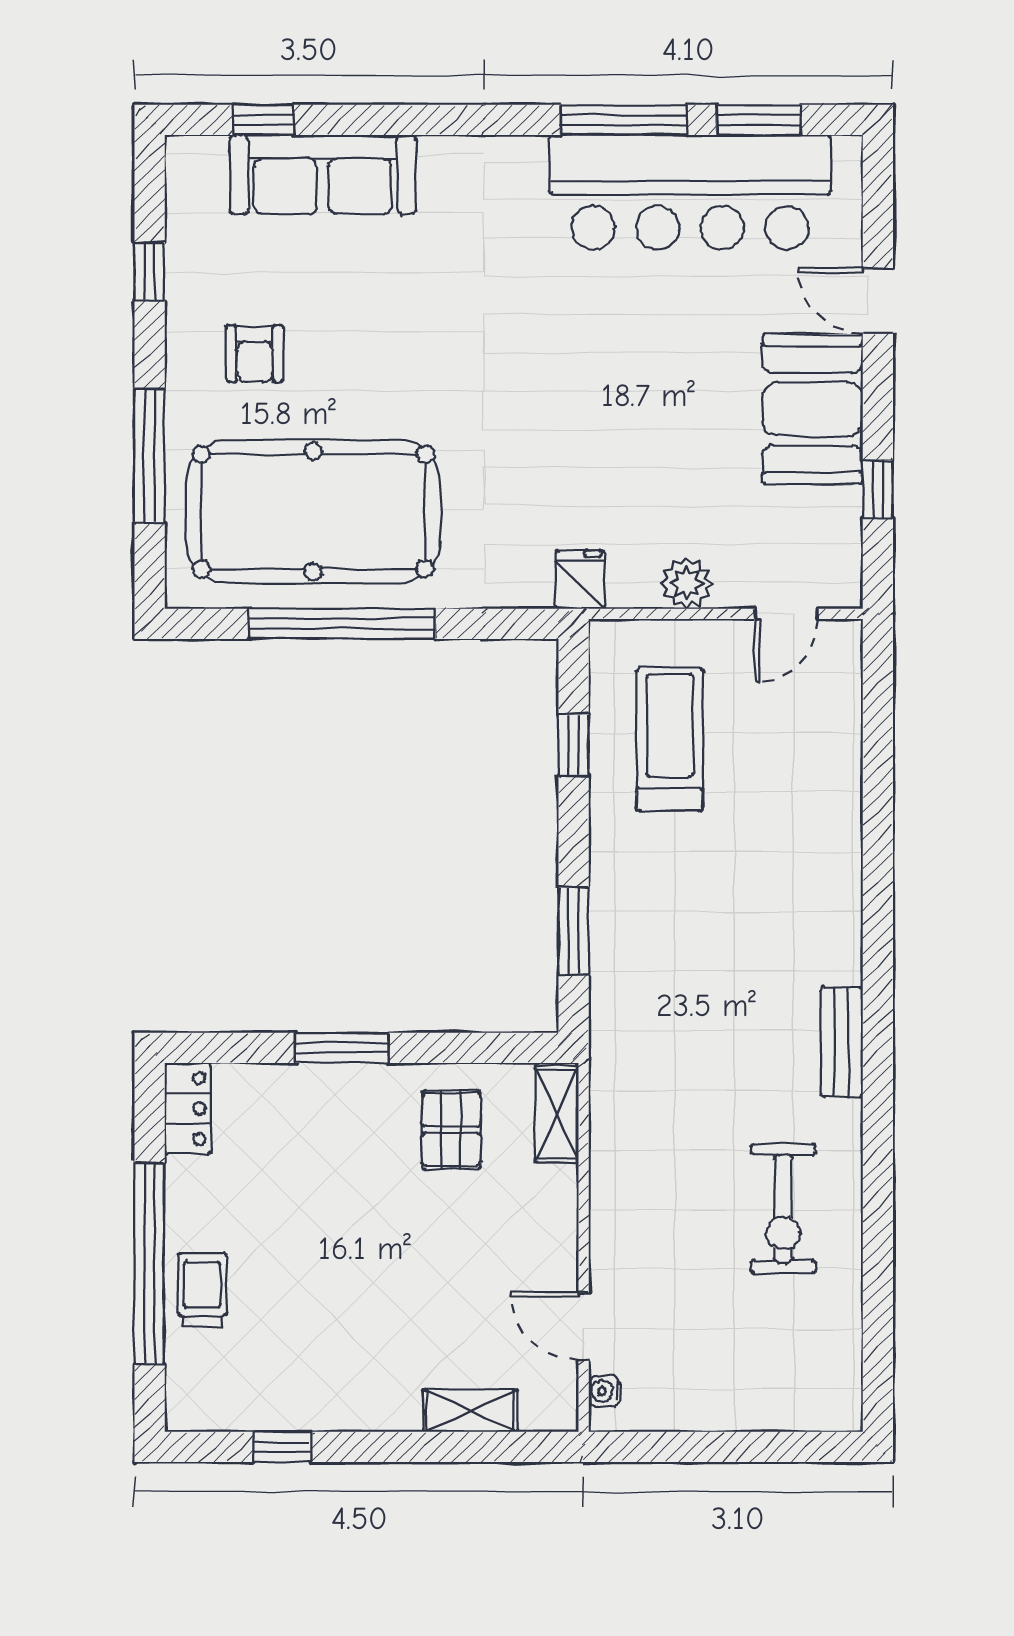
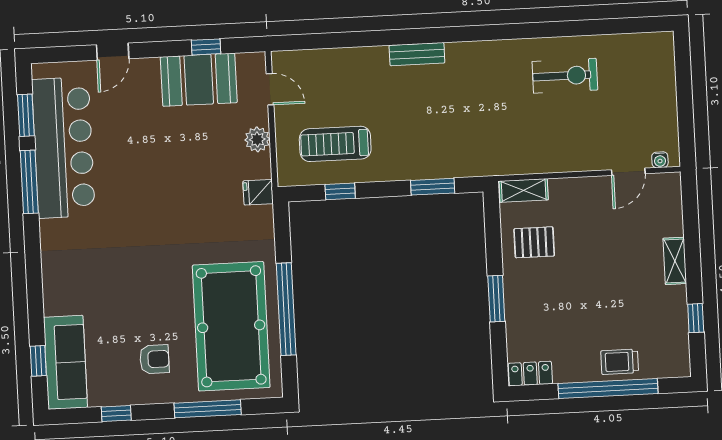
sofa: (323, 175) -> (65, 362), moved
booth: (813, 409) -> (199, 80), moved
bench: (842, 1042) -> (417, 54), moved
shelving: (470, 1411) -> (675, 261), moved

